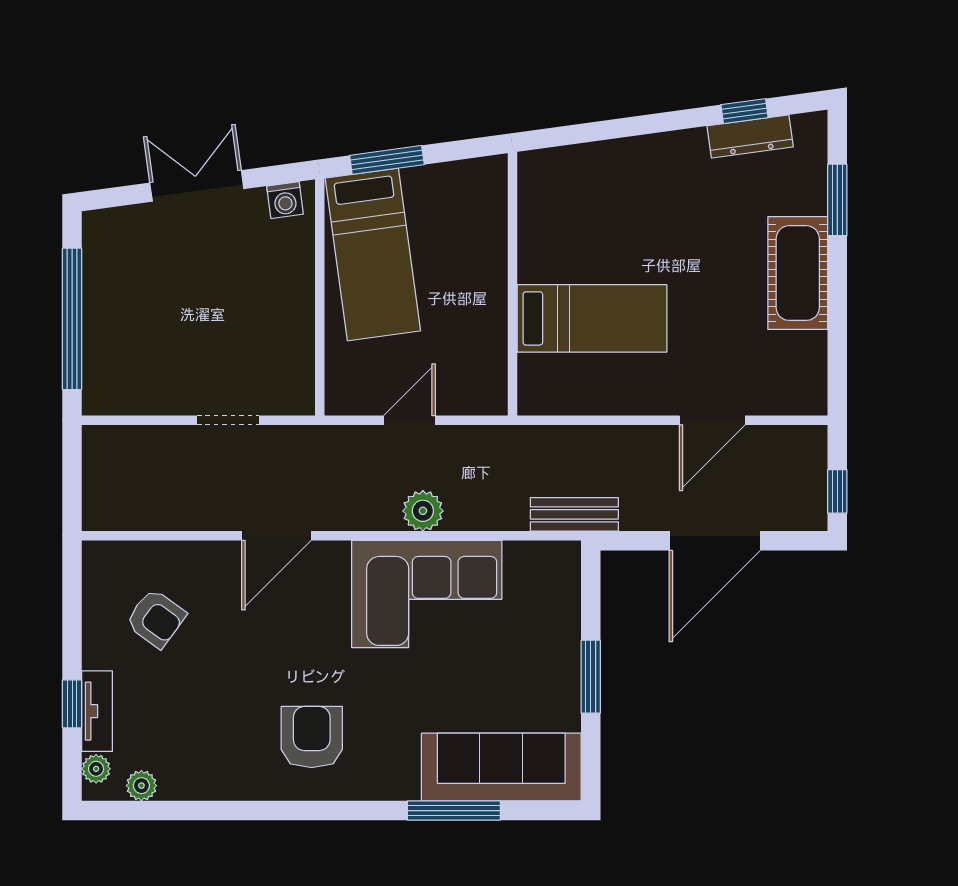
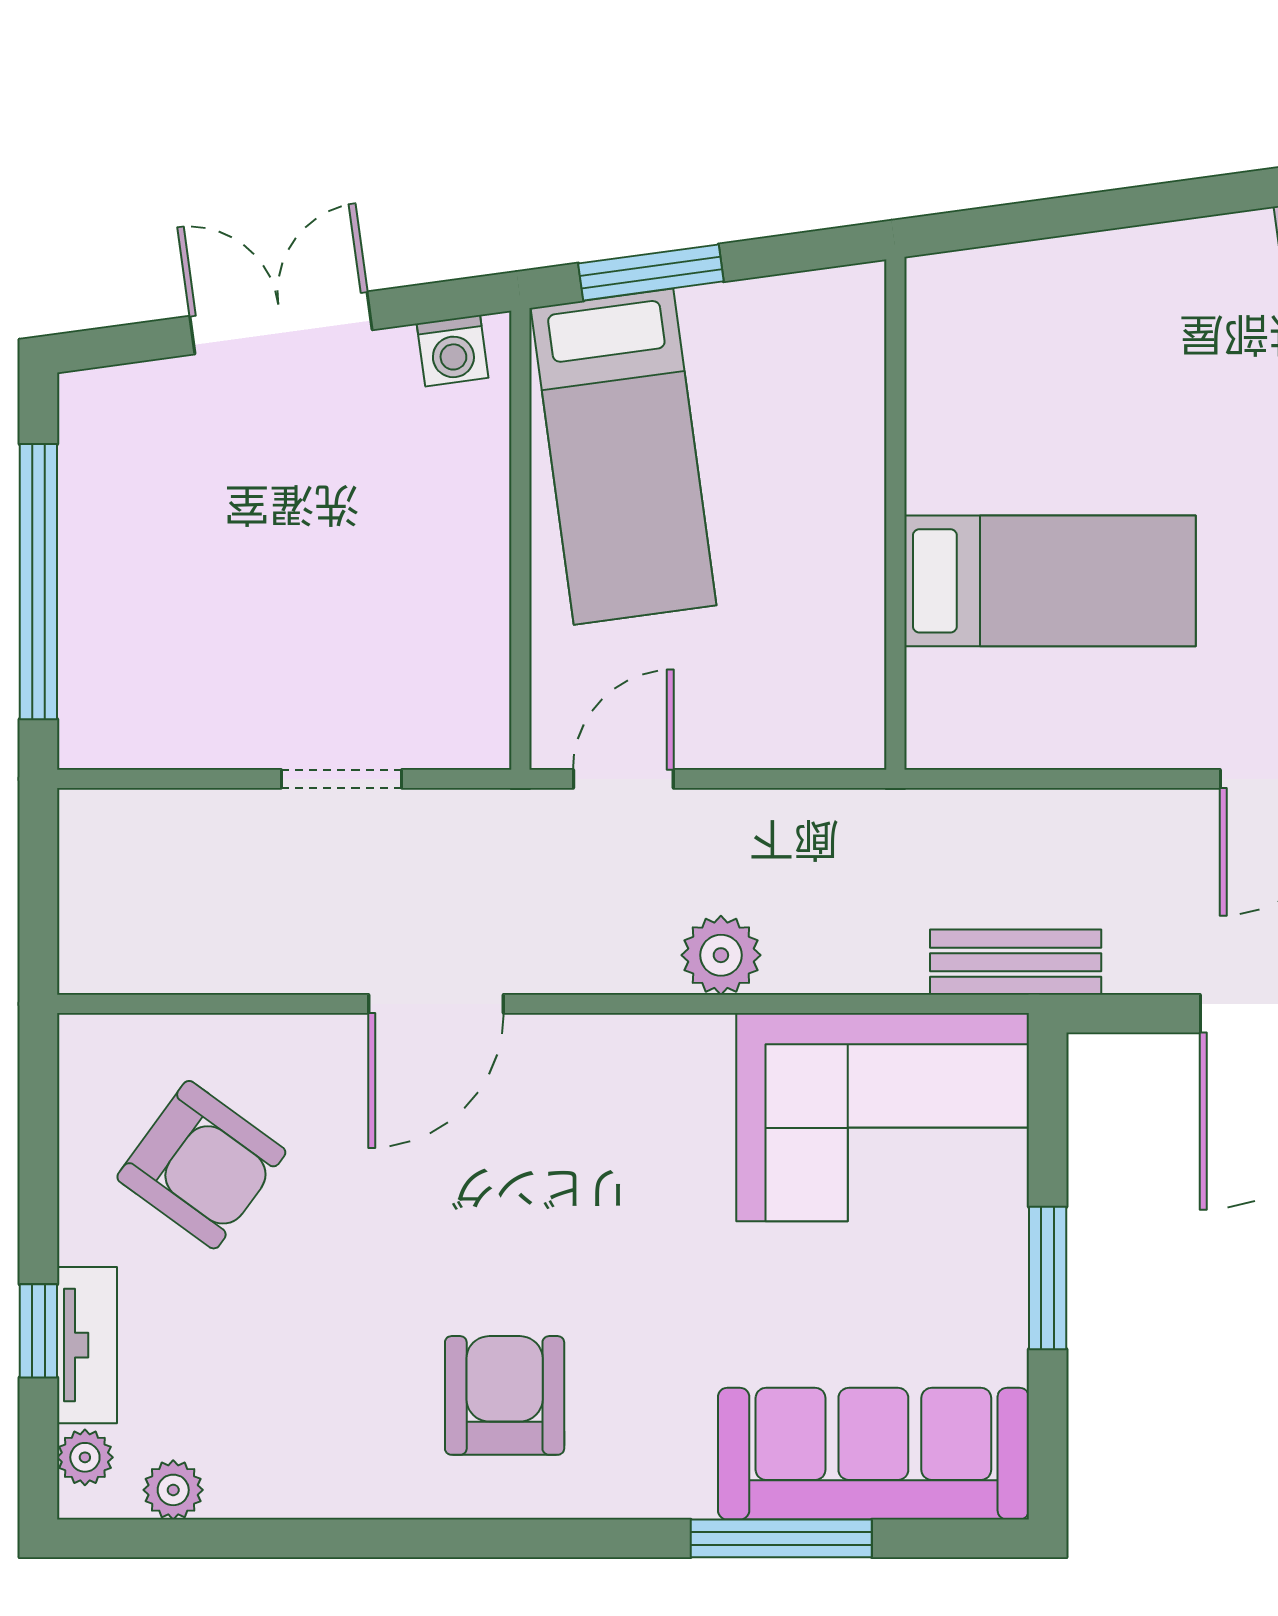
door: (409, 420) -> (623, 779), moved
corner sofa: (427, 594) -> (883, 1117), moved
armchair: (156, 618) -> (201, 1165), width x1.38, depth x1.38

